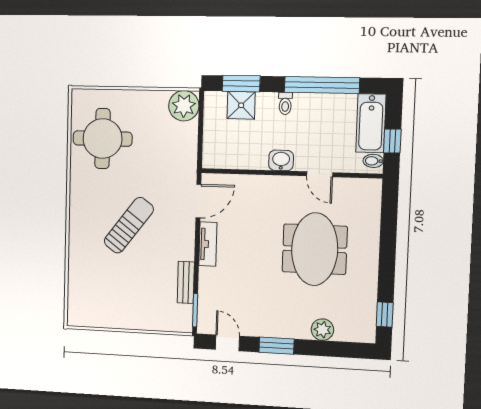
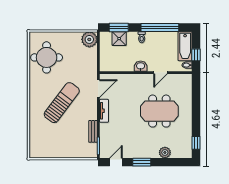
door: (320, 174) -> (160, 73), hinge flipped
sun lounger: (129, 225) -> (62, 103), width x1.36, depth x1.34
meeting table: (315, 249) -> (159, 111), turned 90
door: (227, 343) -> (116, 162), hinge flipped

